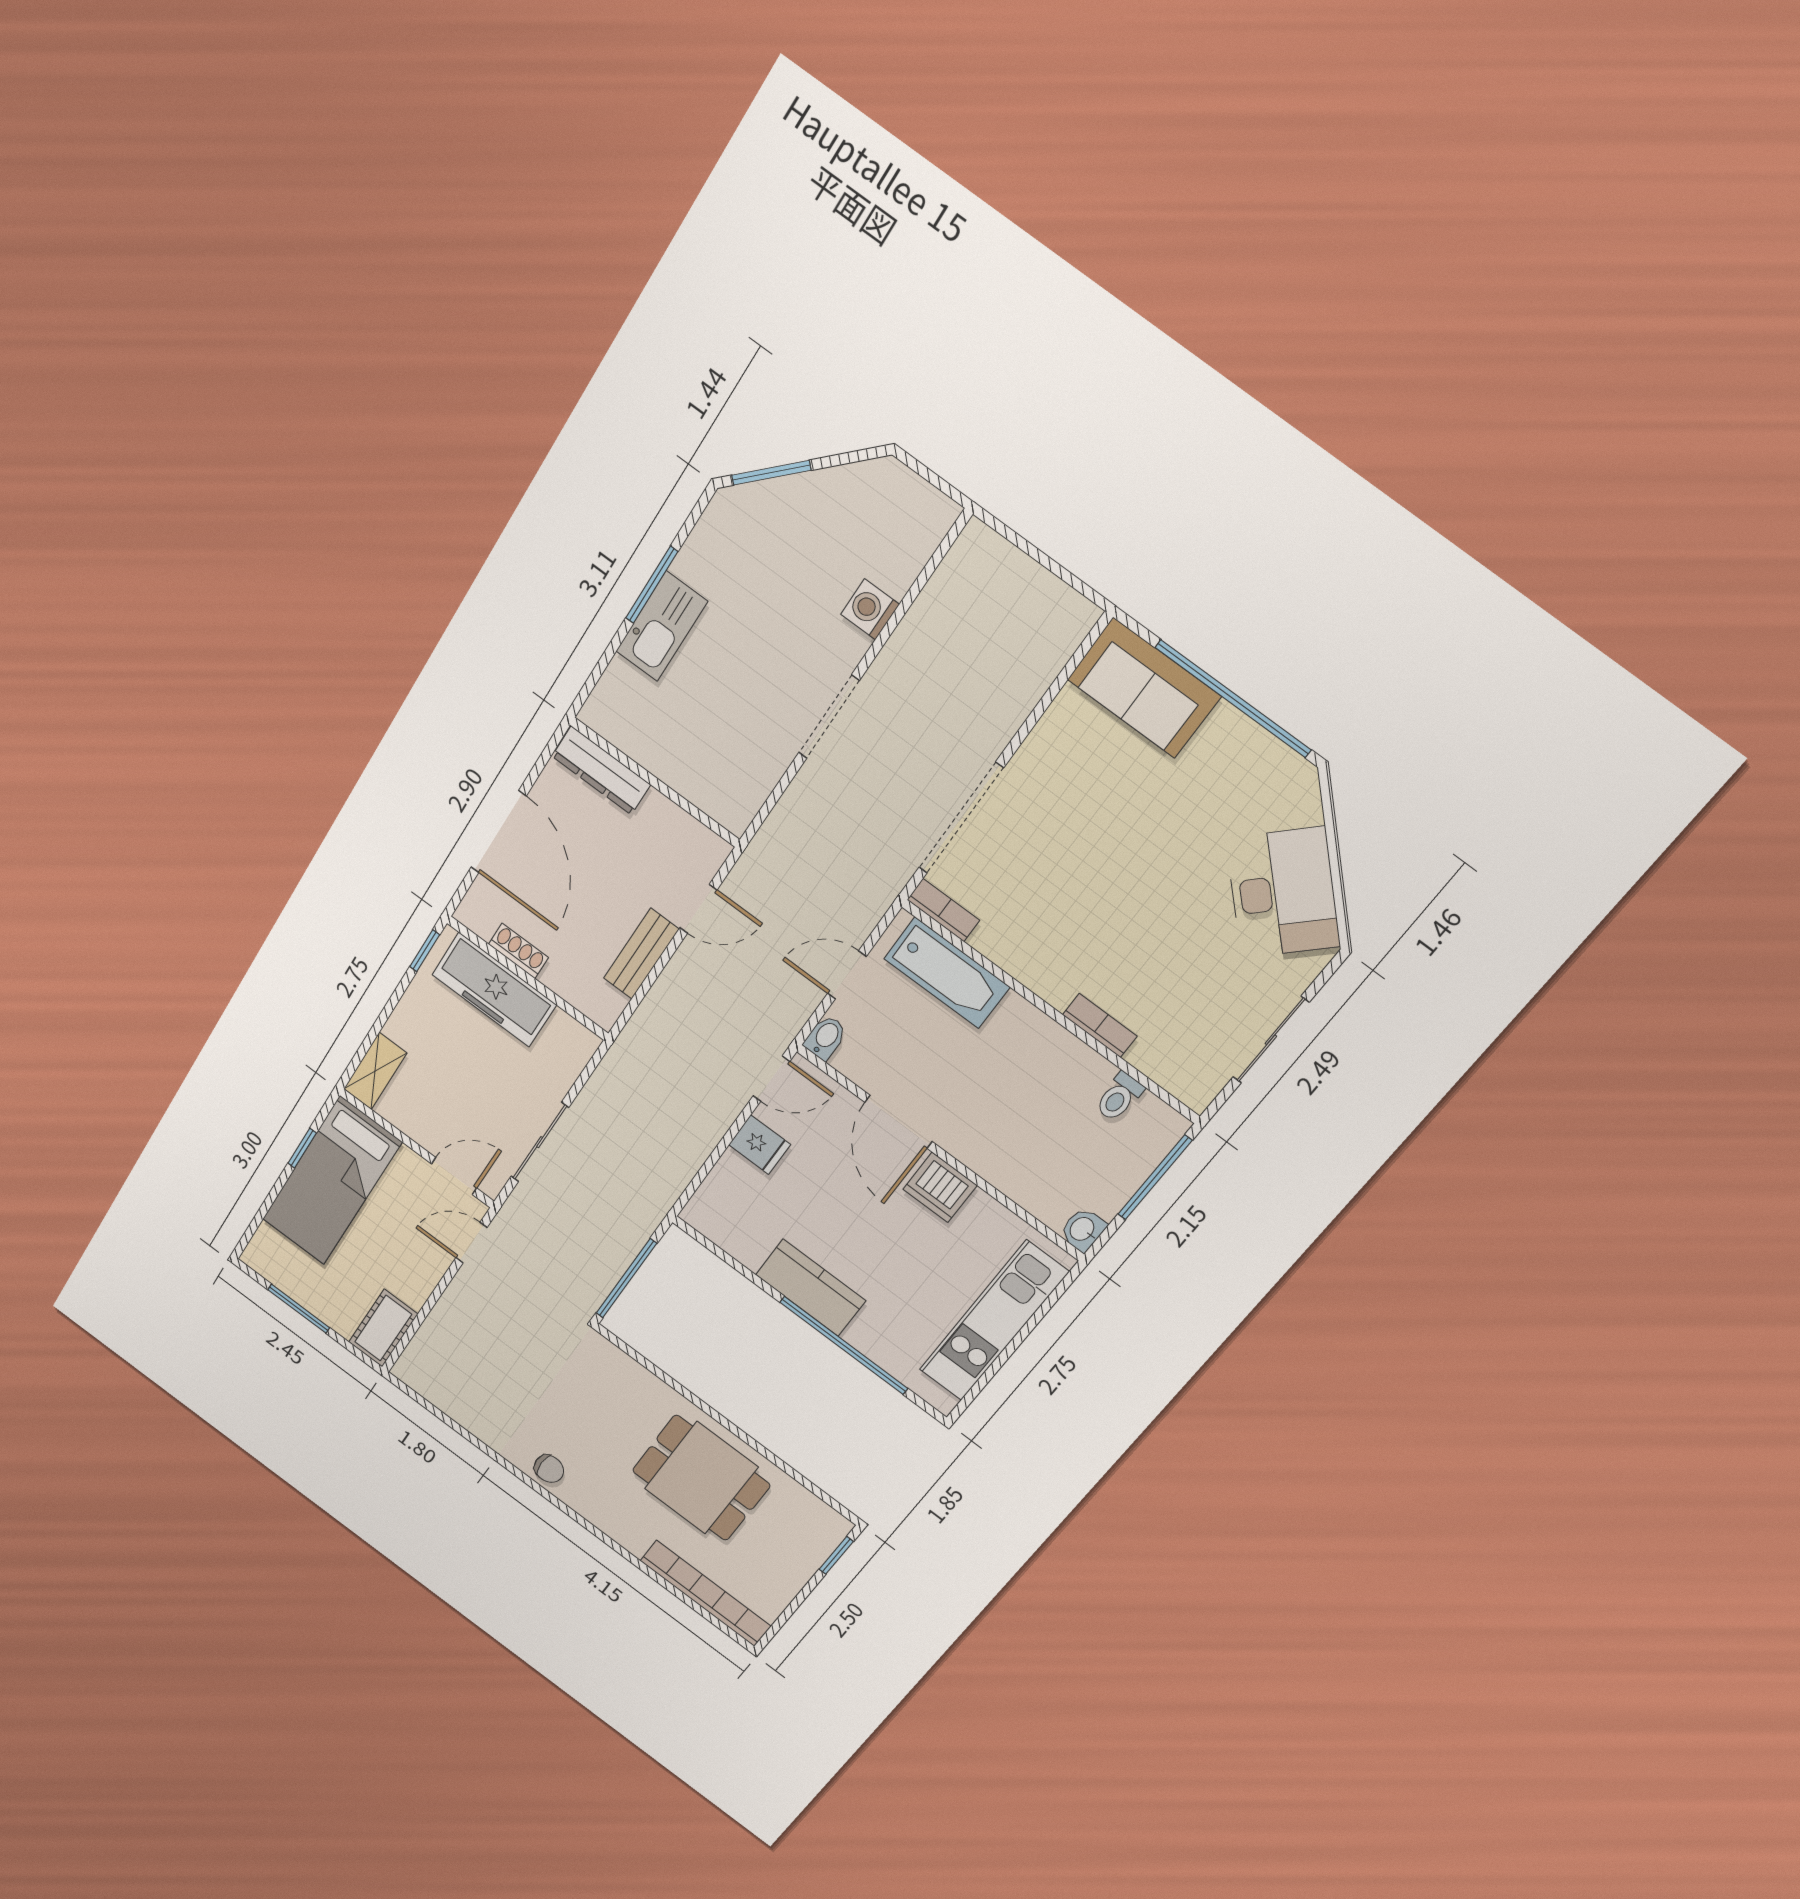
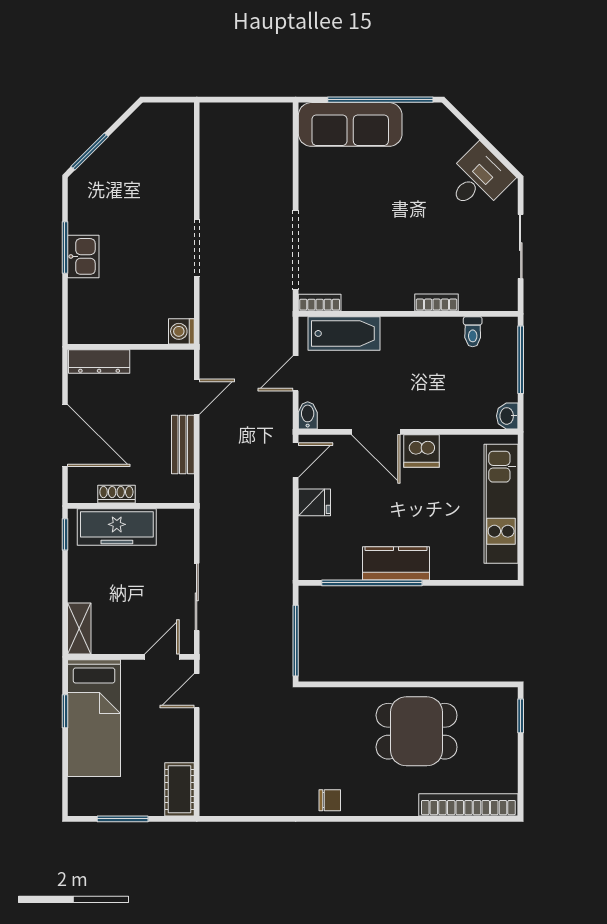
washing machine: (870, 609) -> (181, 331), moved
kitchen sink: (662, 626) -> (83, 256), width x0.73
sofa: (1144, 688) -> (350, 124), width x1.36
desk: (1283, 893) -> (478, 179), width x0.73
window: (844, 1345) -> (372, 583), moved

